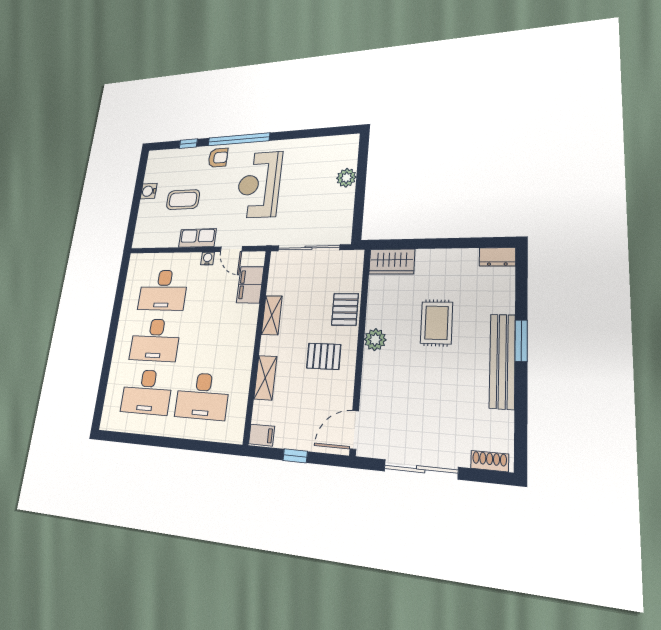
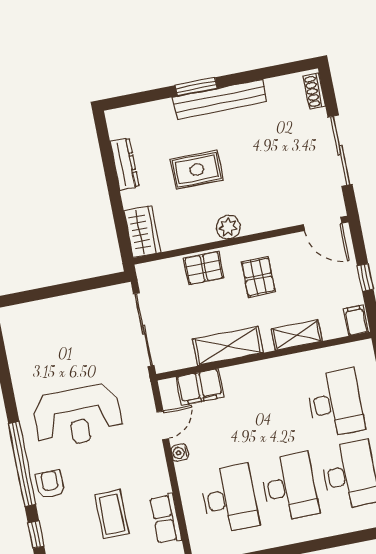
plant: (346, 178) -> (54, 309), removed
row of seats: (197, 238) -> (166, 519), moved
dresser: (497, 257) -> (125, 164), moved, width x1.44
shelving: (272, 315) -> (228, 346), width x1.50, depth x1.33

